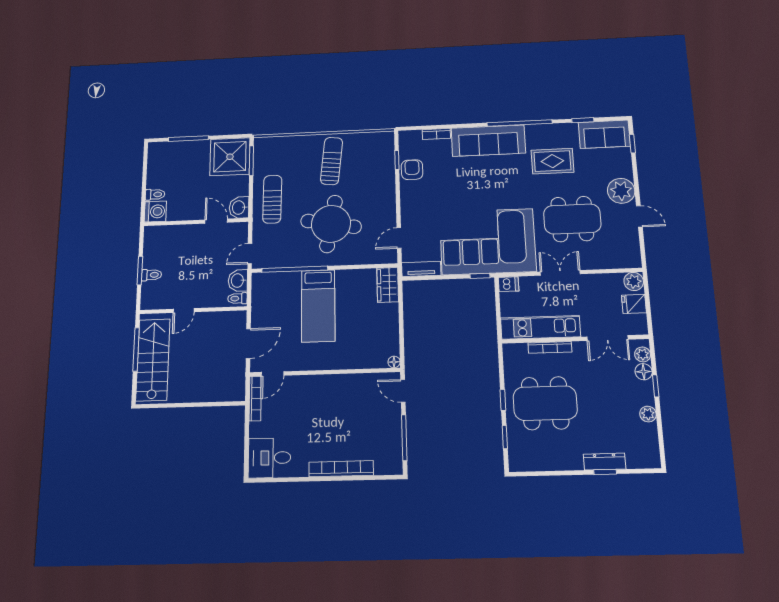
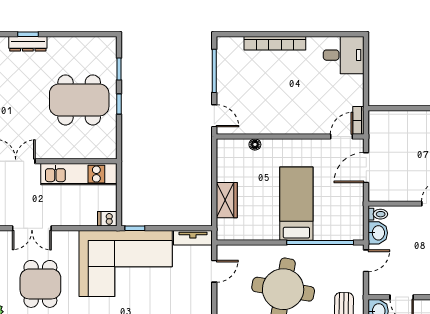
dining table: (572, 219) -> (40, 284), width x0.73
double door: (560, 273) -> (32, 228), moved
wardrobe: (388, 285) -> (227, 200), moved
bookcase: (550, 347) -> (71, 154), removed
floor lamp: (394, 362) -> (255, 144), moved
bookcase: (255, 399) -> (358, 120), width x0.64

